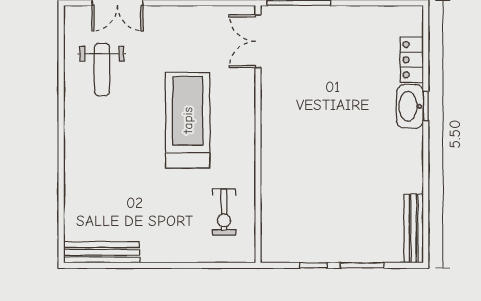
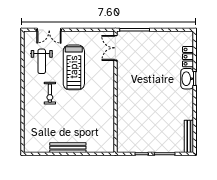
treadmill: (188, 120) -> (74, 67), moved, turned 180
exercise bike: (224, 212) -> (50, 93), moved
bench: (102, 252) -> (68, 148), moved

